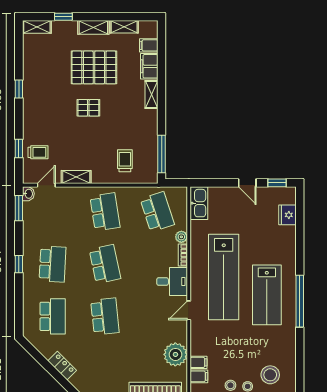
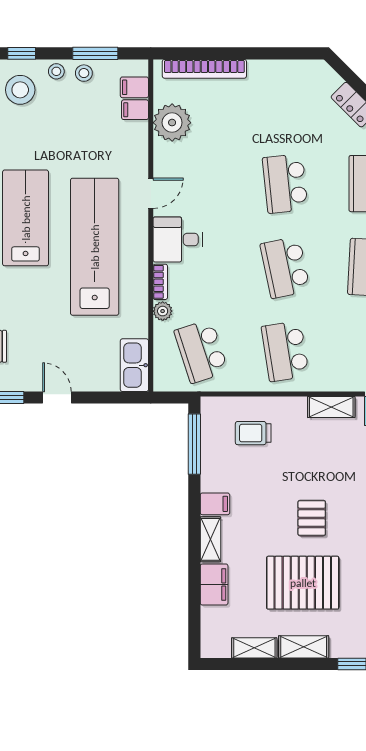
filing cabinet: (149, 45) -> (215, 504), moved
pallet: (88, 108) -> (312, 518), turned 90
trolley: (125, 161) -> (253, 433), turned 90

